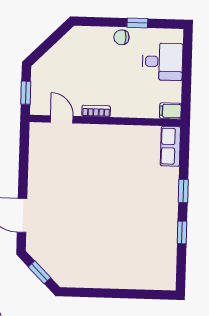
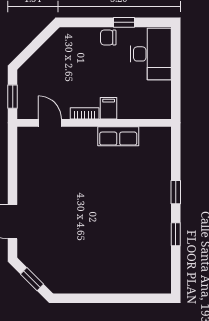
desk: (163, 62) -> (151, 54), width x1.37
filing cabinet: (170, 111) -> (109, 108), moved, turned 90
row of seats: (170, 146) -> (118, 136), moved, turned -90

